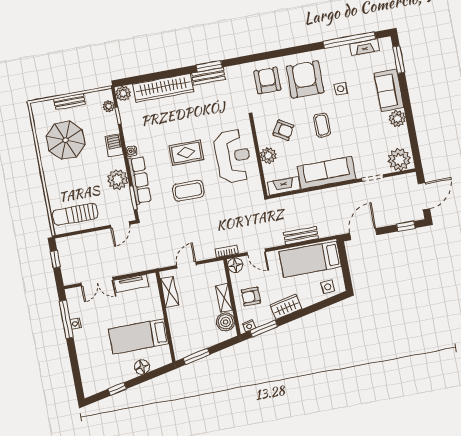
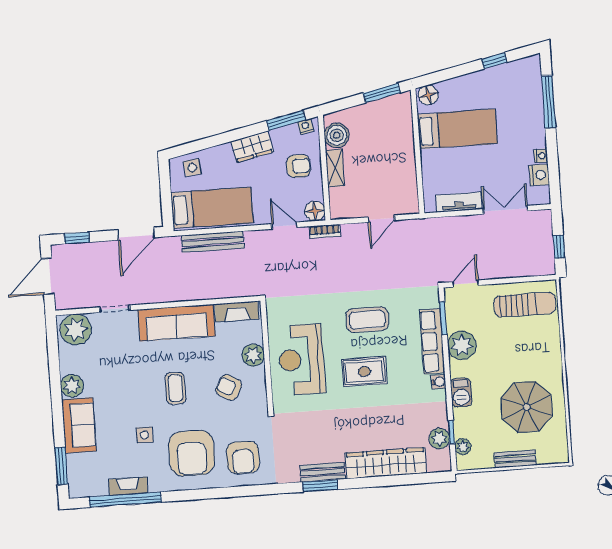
fireplace: (365, 47) -> (128, 486), moved
plant: (123, 93) -> (439, 439), moved
bench: (301, 236) -> (213, 242), width x1.36
shelving: (169, 292) -> (408, 185), removed
nightstand: (75, 310) -> (539, 175), added
window: (66, 319) -> (549, 102), moved
floor lamp: (142, 367) -> (428, 95), moved

